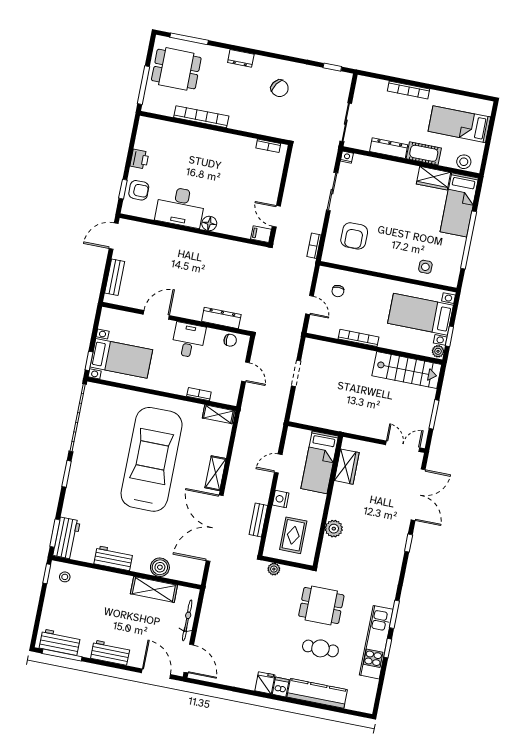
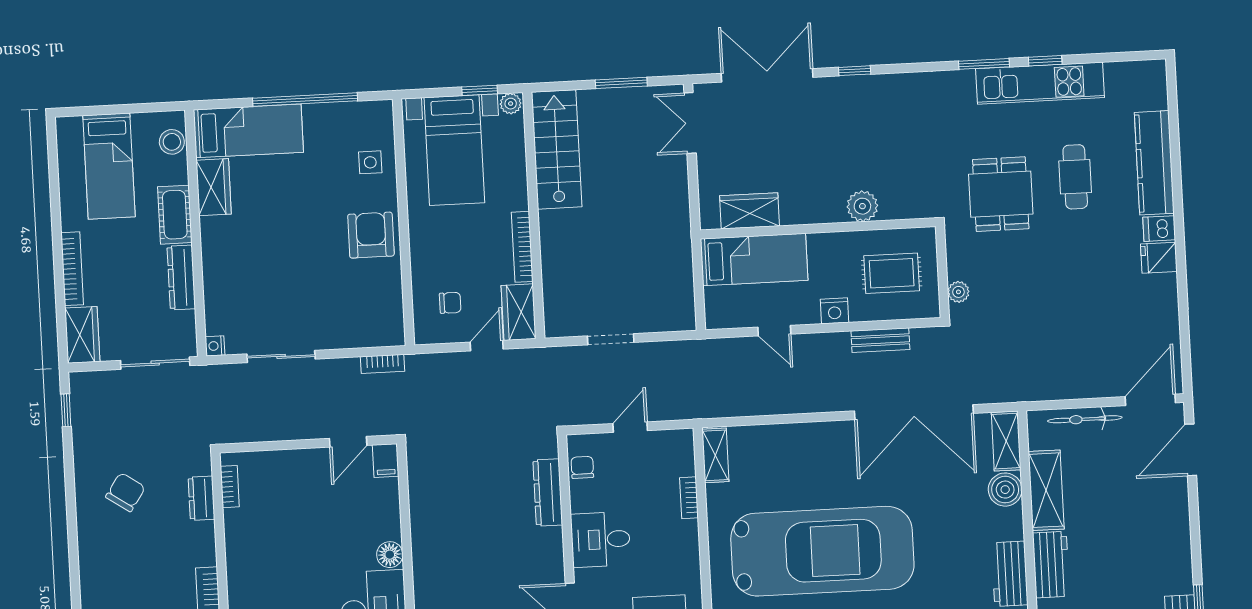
dresser: (241, 58) -> (201, 498), moved, turned 180
wardrobe: (371, 86) -> (82, 335), added
armchair: (354, 236) -> (371, 235), moved, turned -90
wardrobe: (323, 327) -> (519, 312), added
car: (152, 459) -> (822, 551), turned 180
shelving: (215, 473) -> (1006, 441), moved, turned 90
workbench: (110, 653) -> (1051, 565), moved, turned 180

